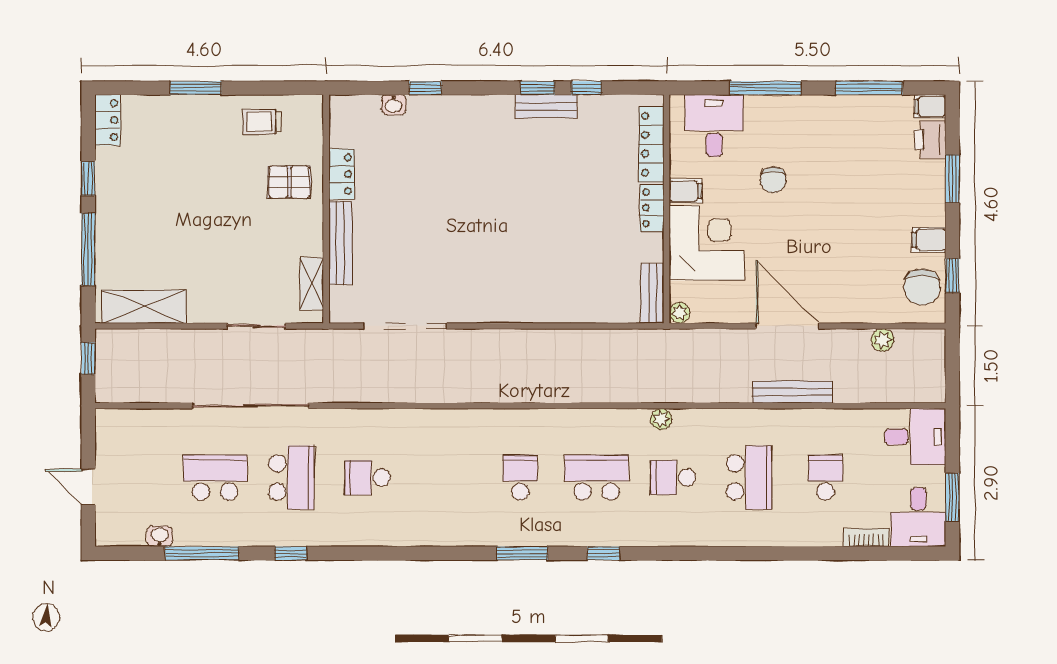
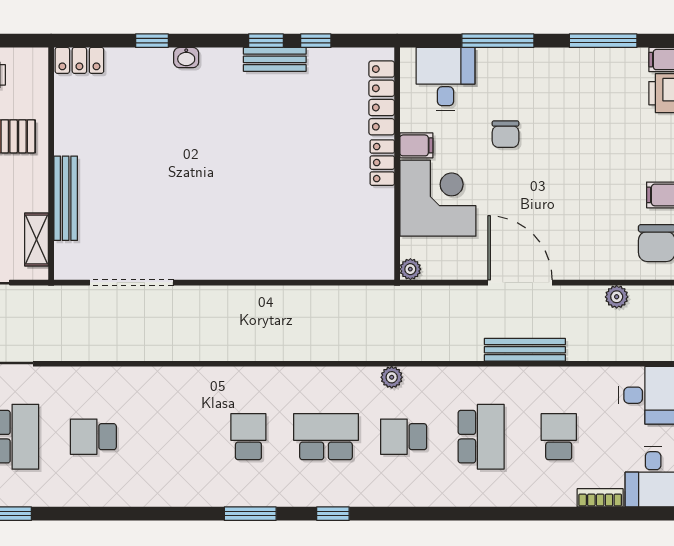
washbasin: (394, 105) -> (186, 58), moved
locker: (342, 174) -> (79, 60), moved, turned 90
bench: (652, 293) -> (383, 249), removed

